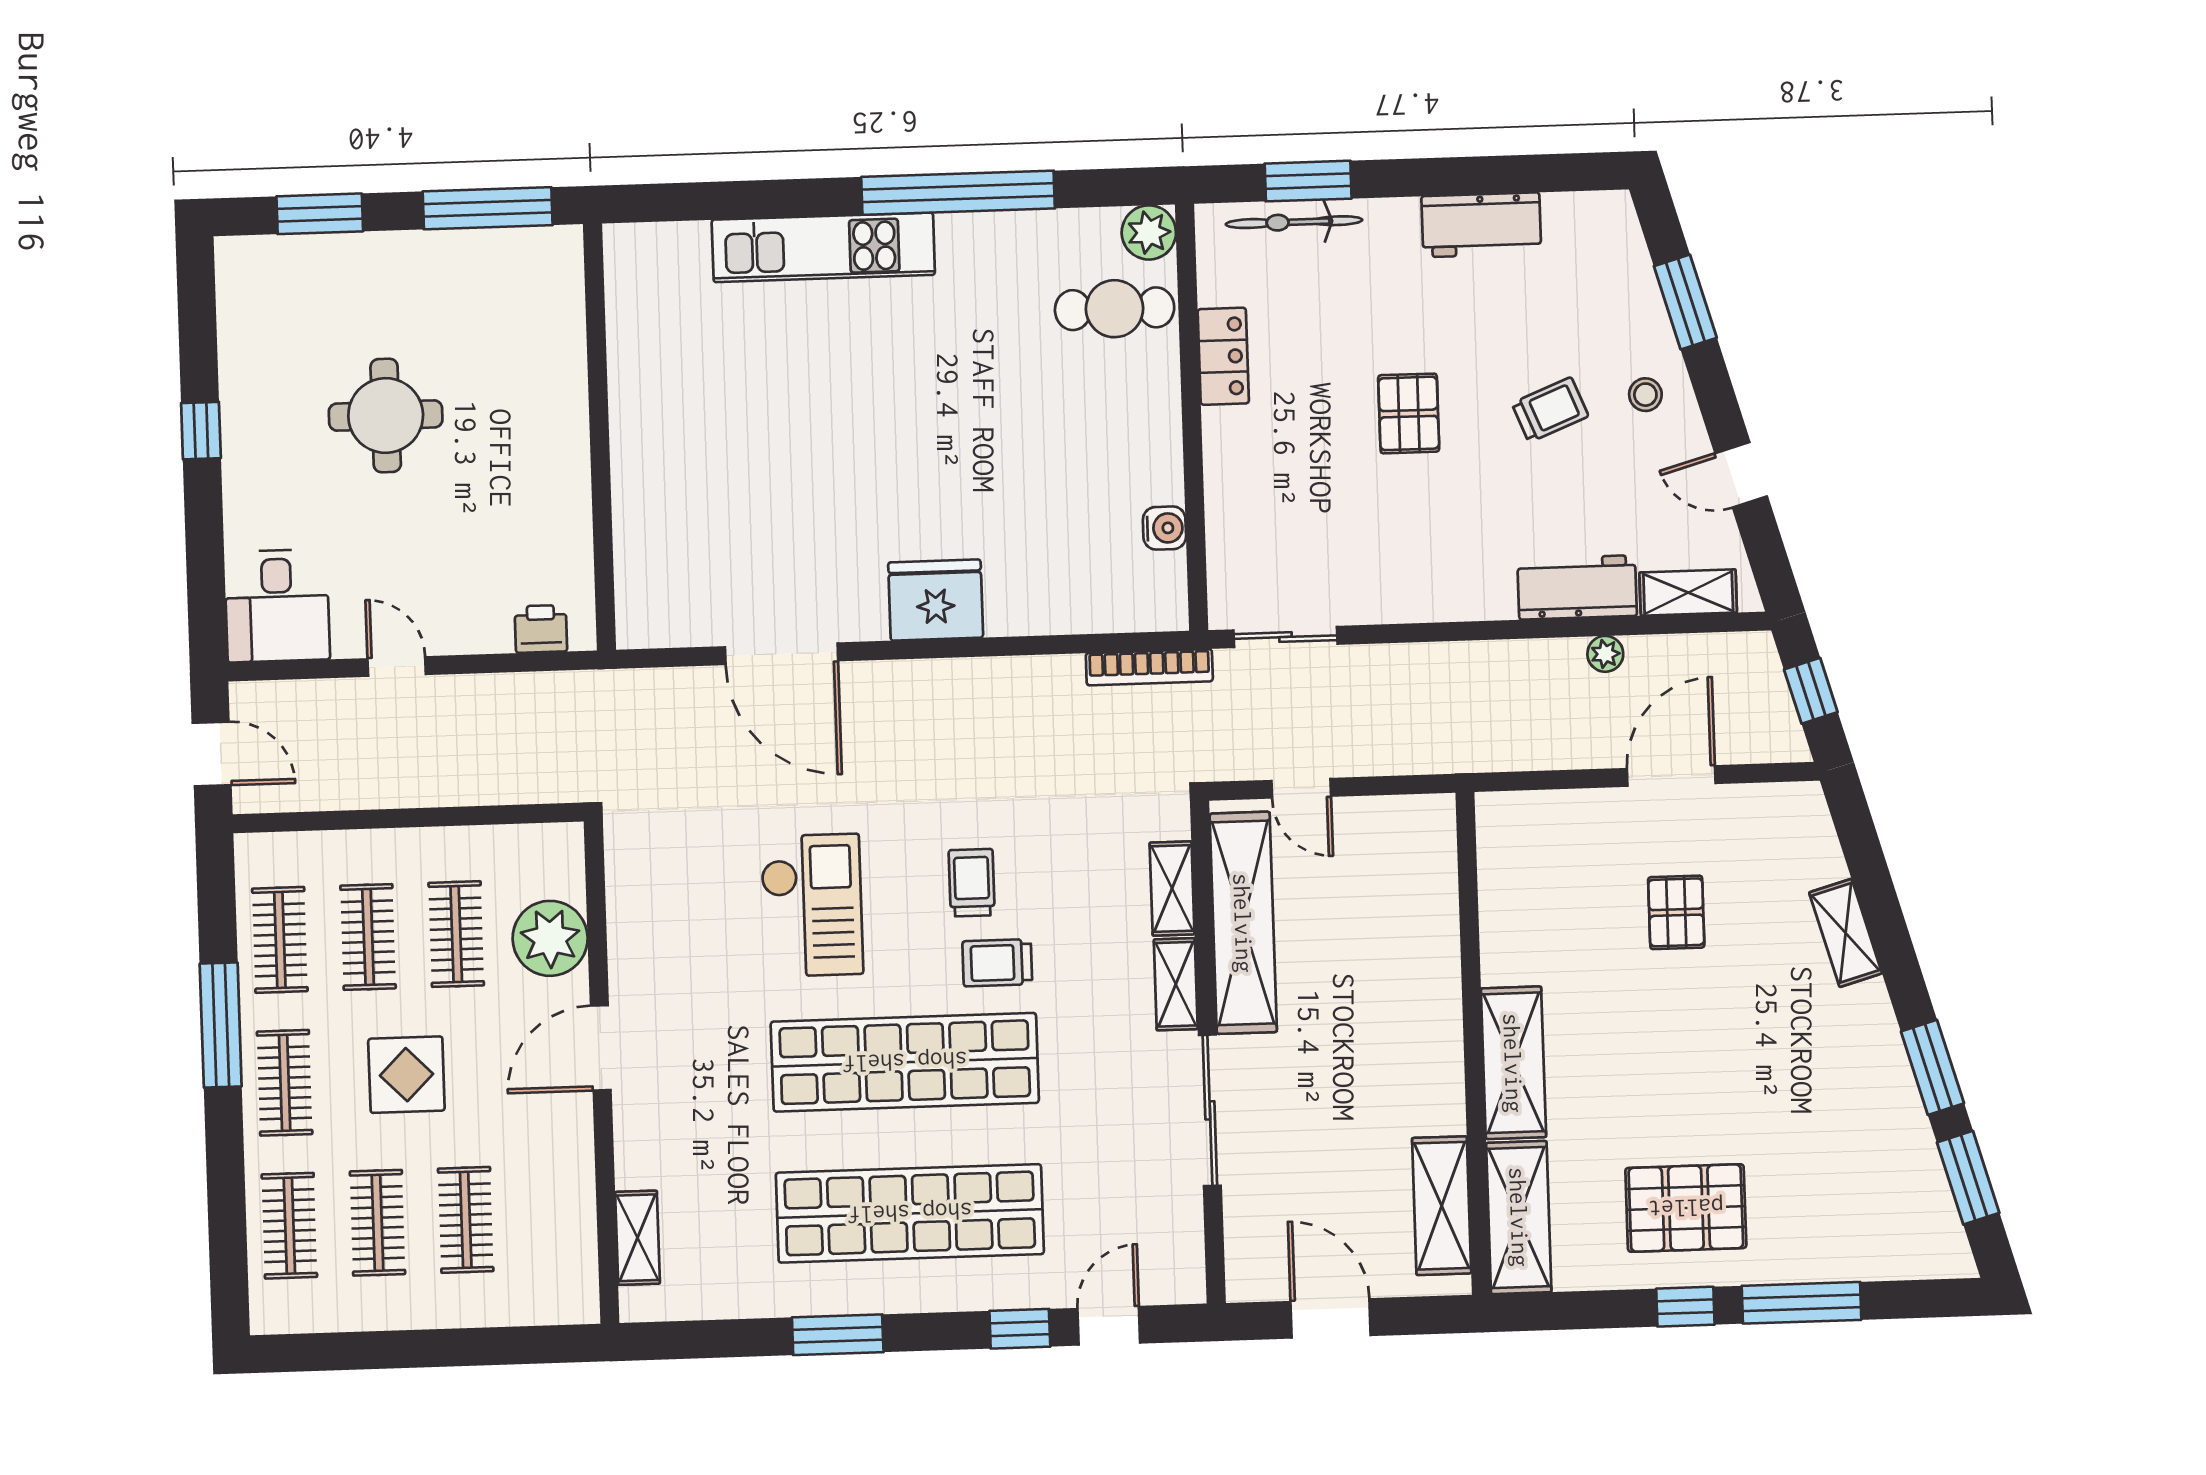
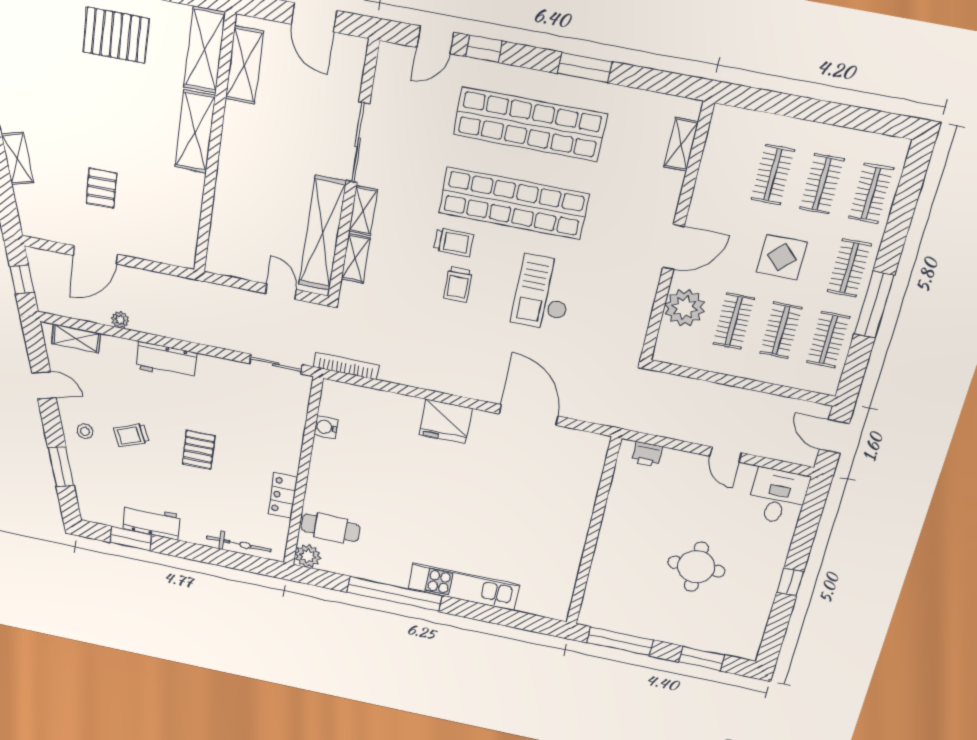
window: (1308, 181) -> (131, 538), moved
workbench: (1577, 587) -> (166, 361), moved

